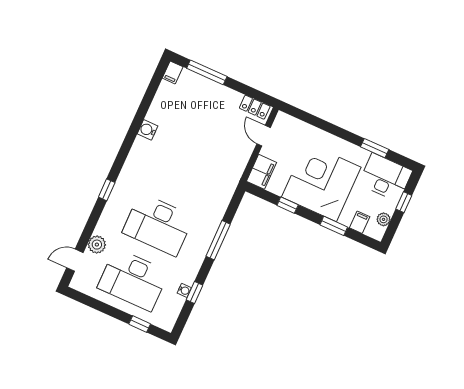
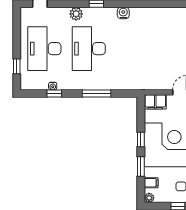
water cooler: (148, 130) -> (123, 13), moved
window: (288, 205) -> (141, 139), moved
plant: (384, 219) -> (149, 198), moved
plant: (97, 245) -> (76, 14), moved

